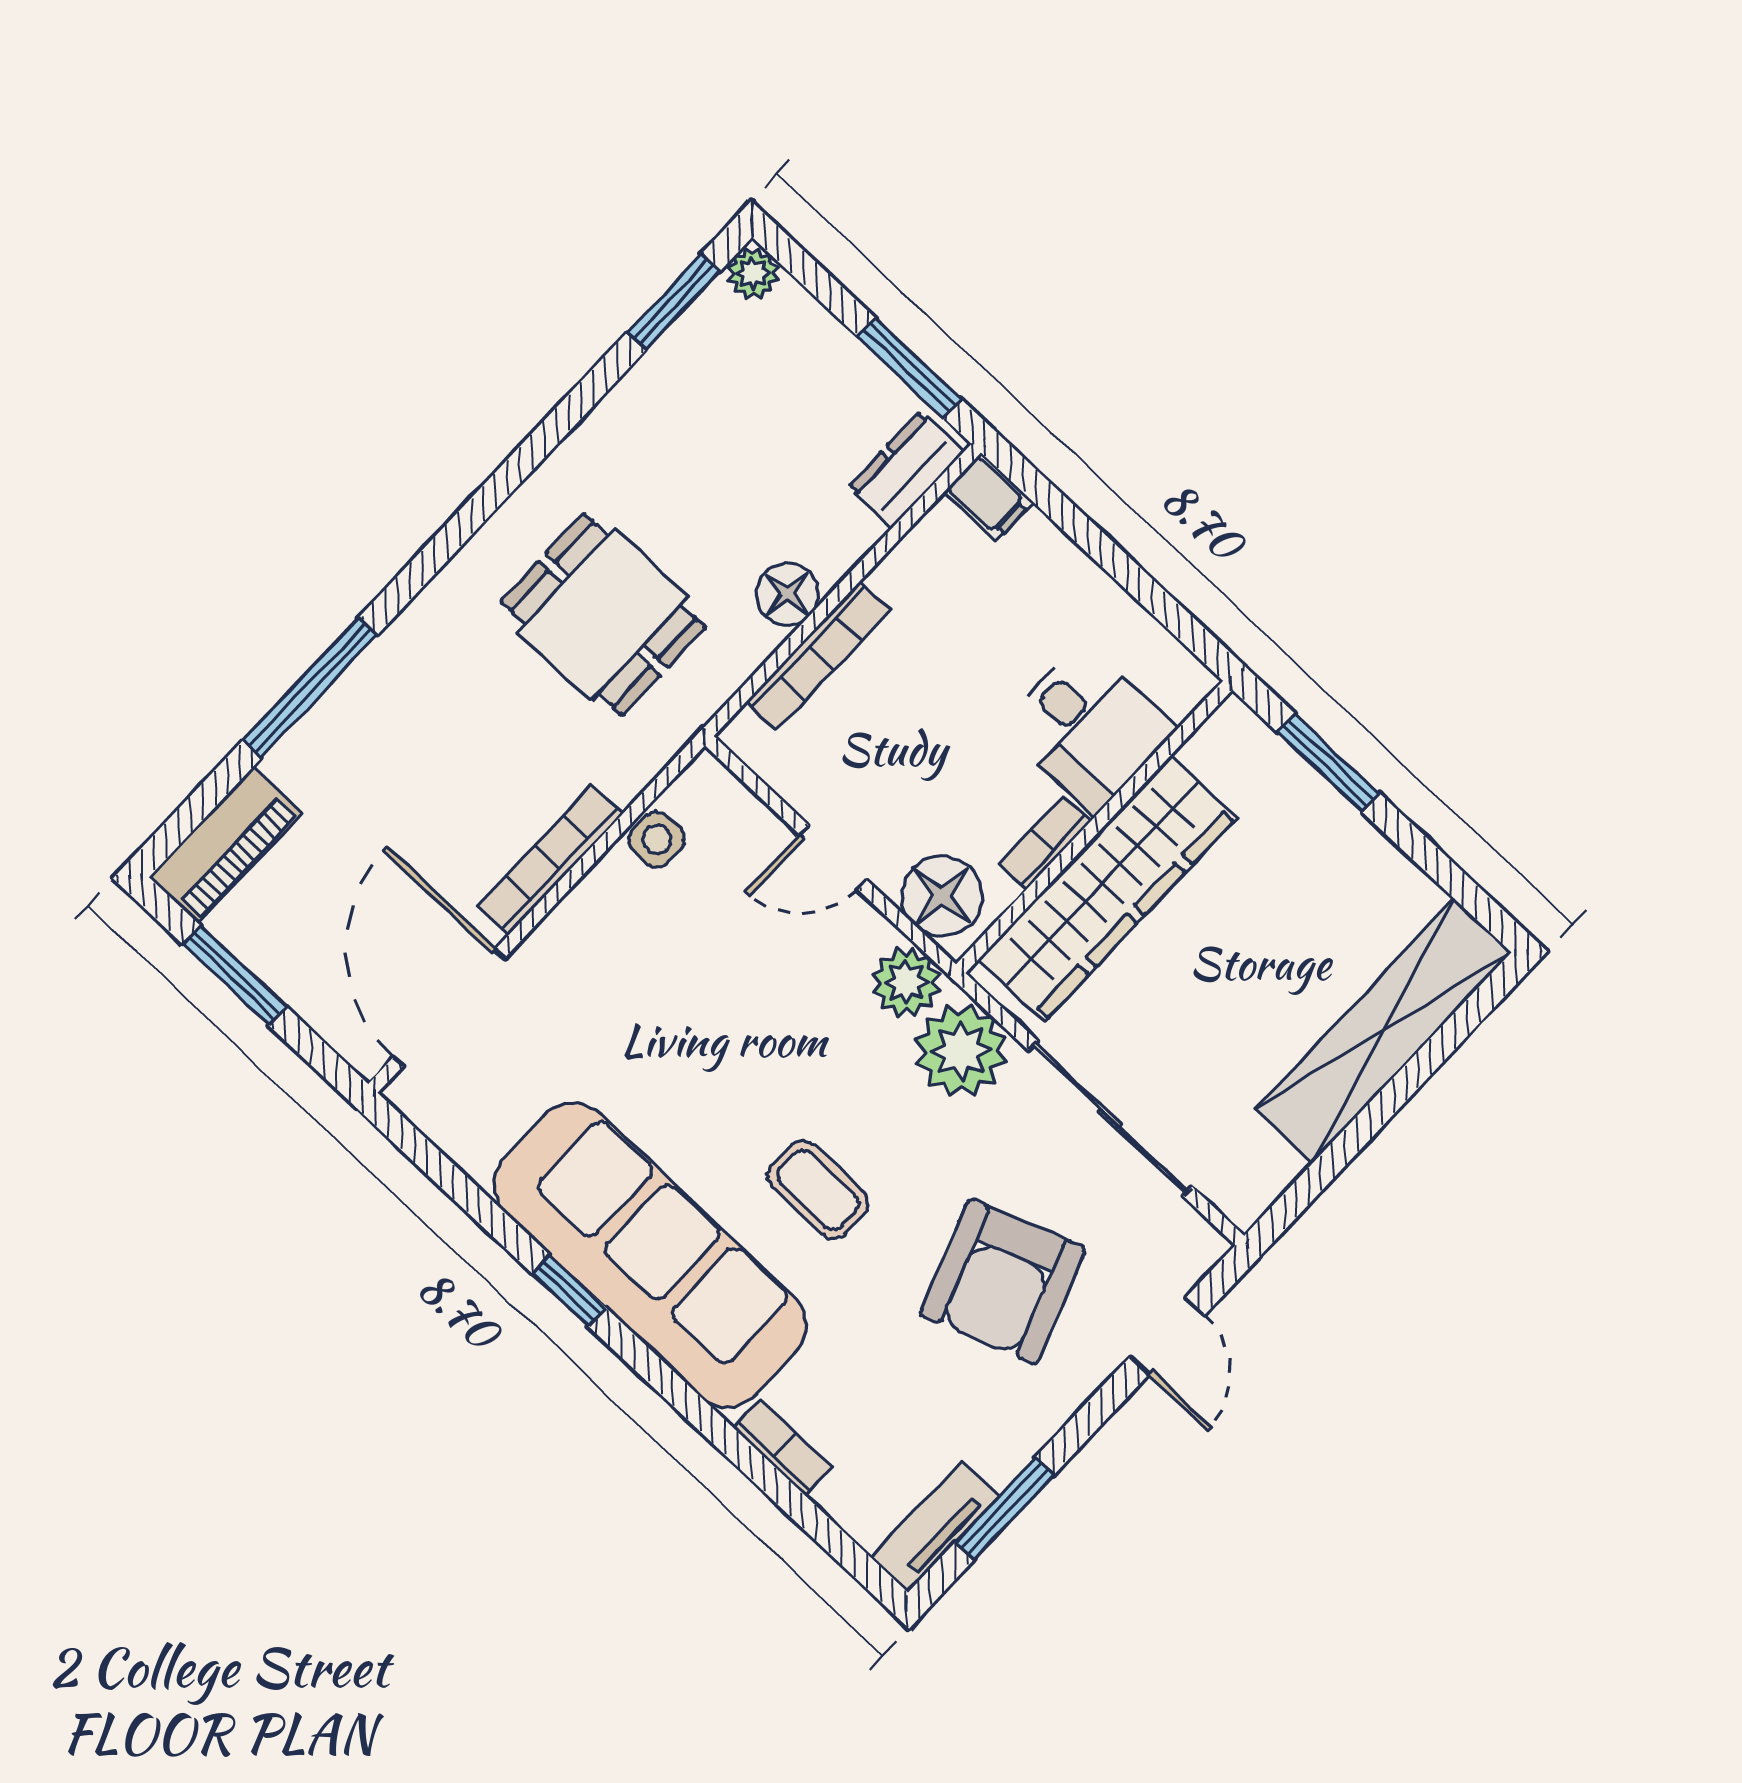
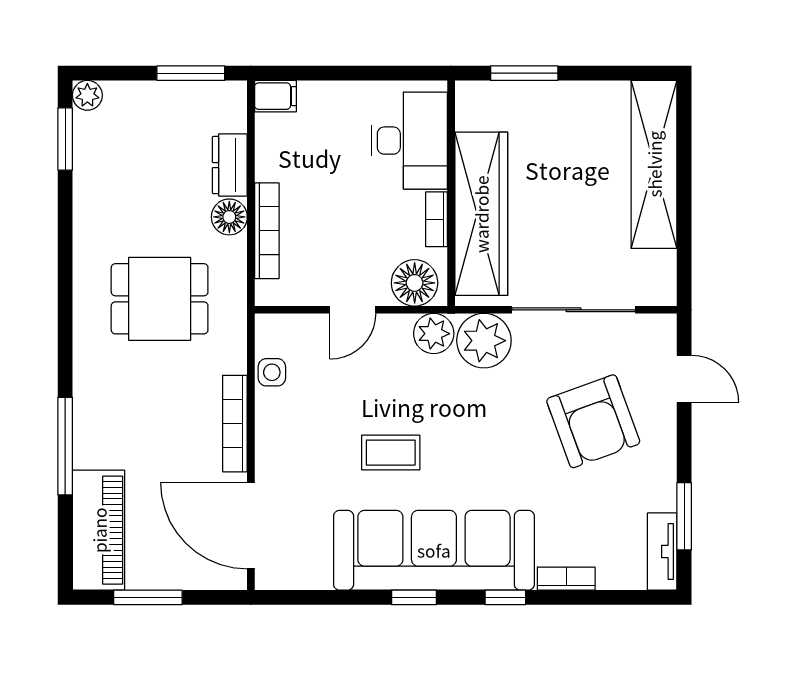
dresser: (906, 470) -> (230, 165), moved
desk: (1089, 728) -> (409, 141), width x1.37
piano: (225, 845) -> (99, 530), width x1.37, depth x1.33
coffee table: (818, 1190) -> (391, 453), moved
window: (684, 1399) -> (505, 597), added

